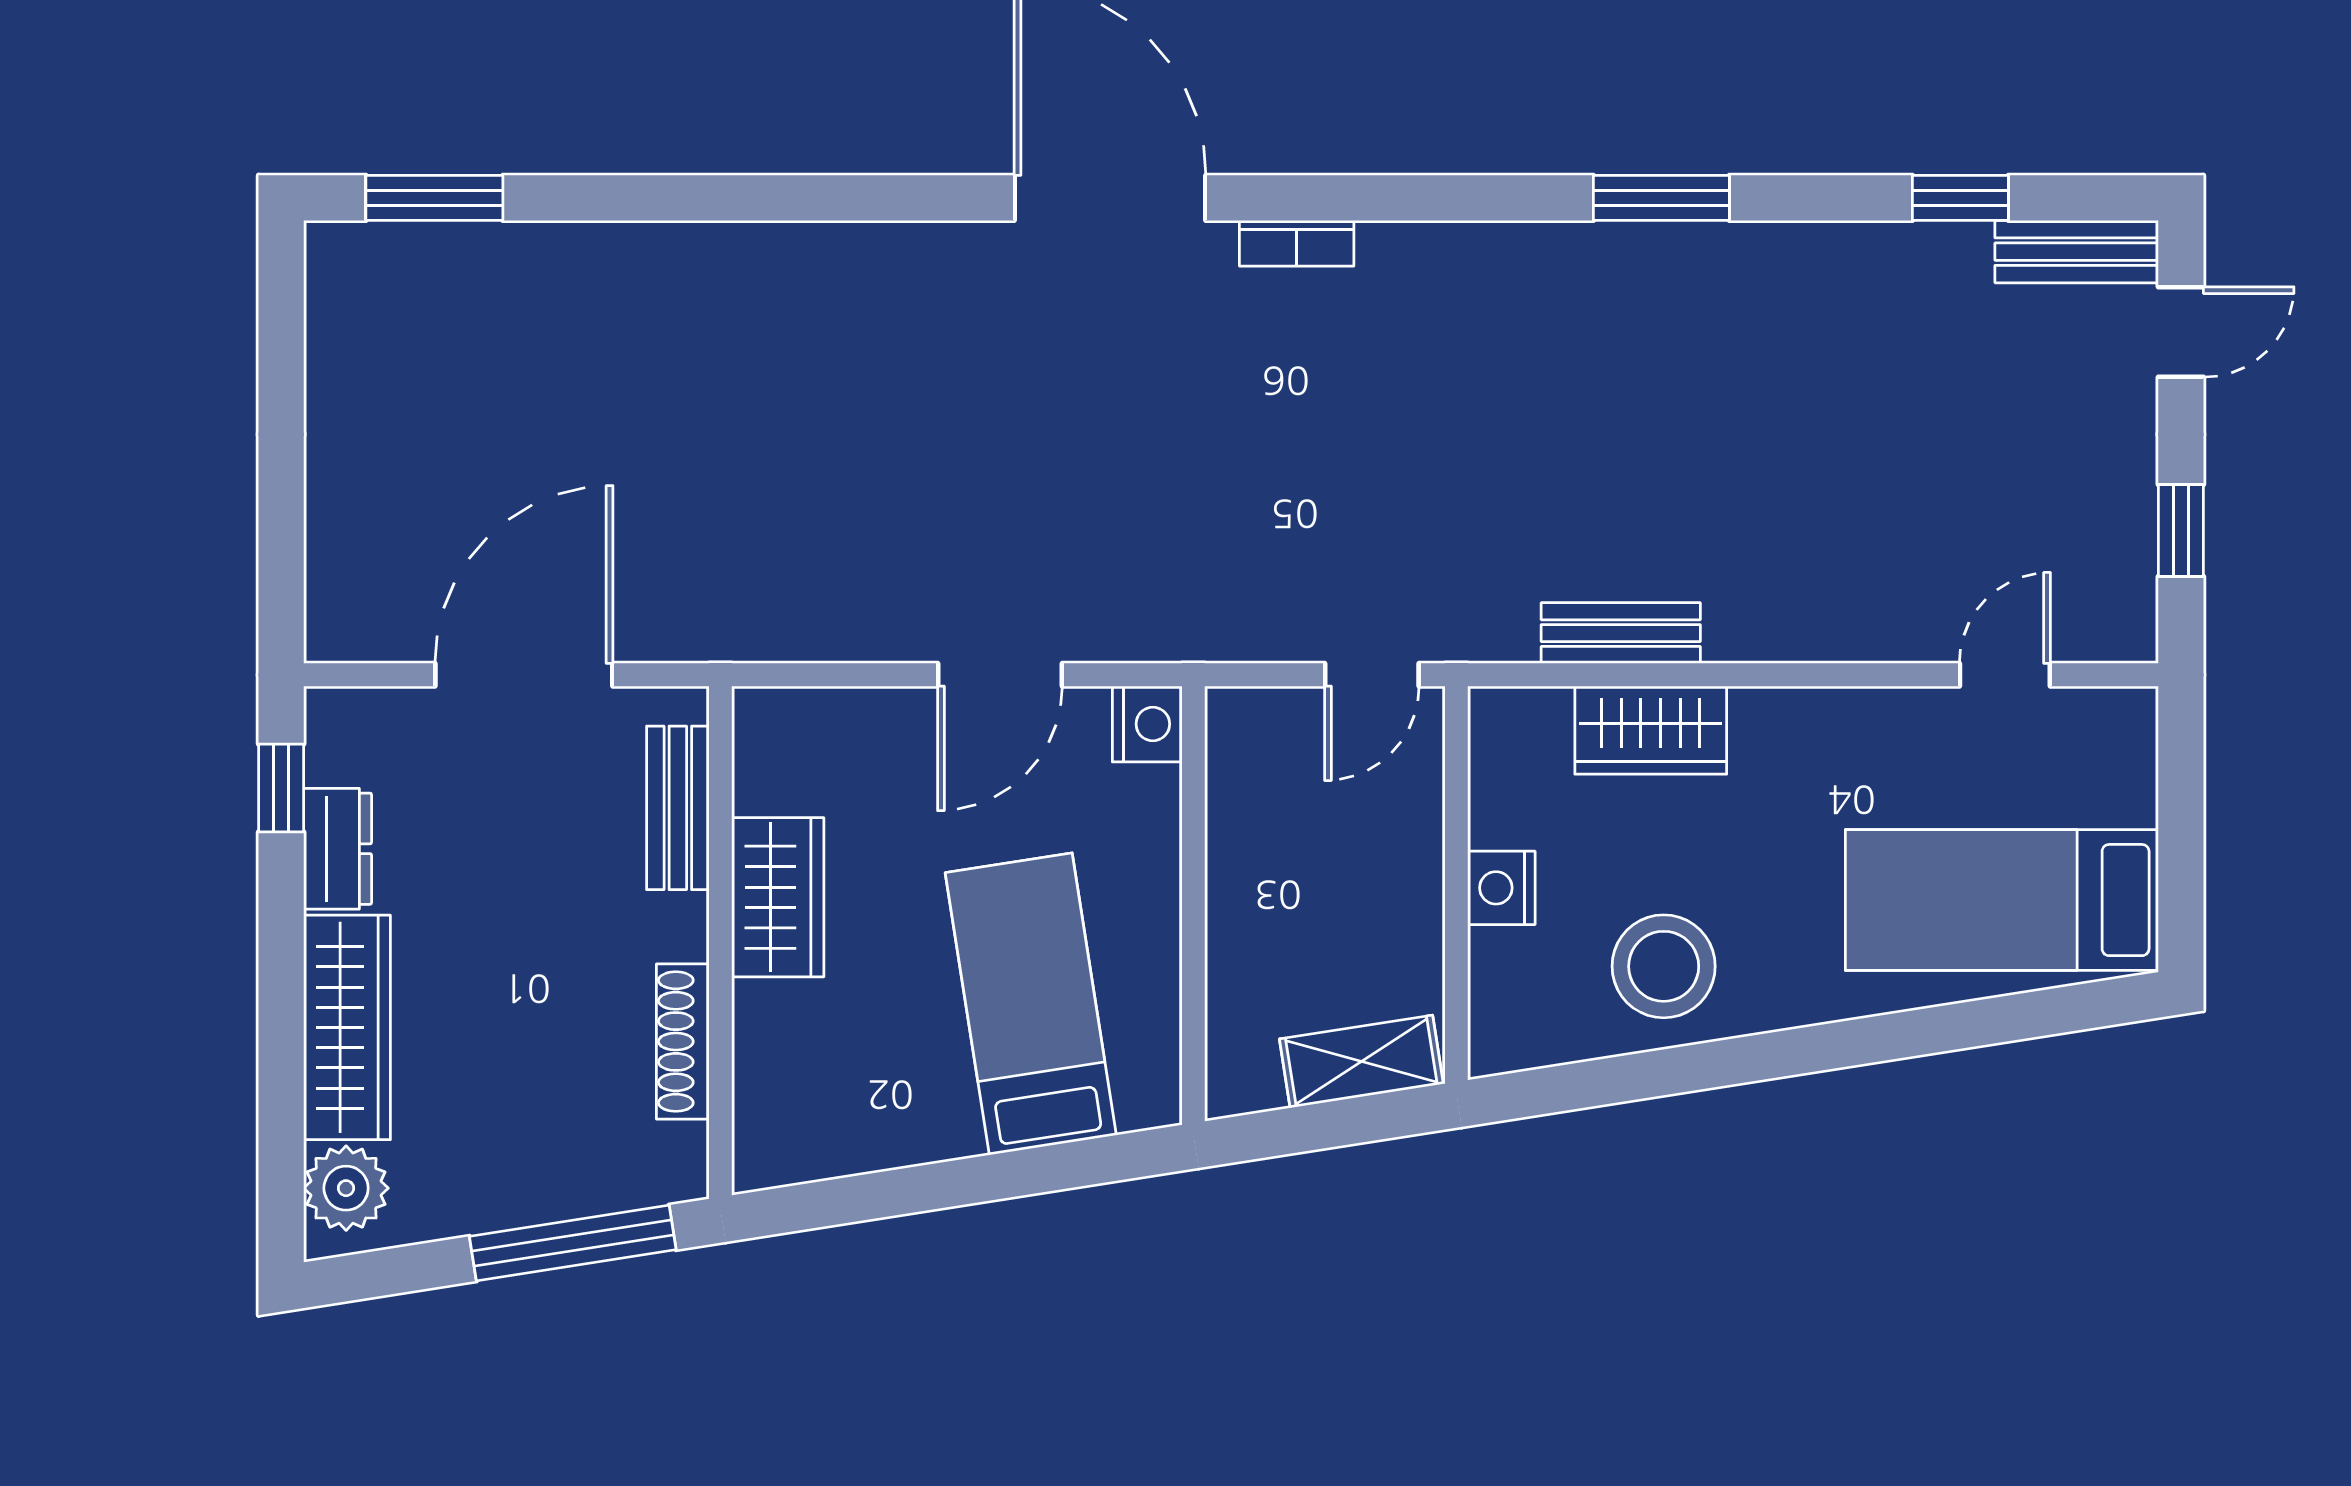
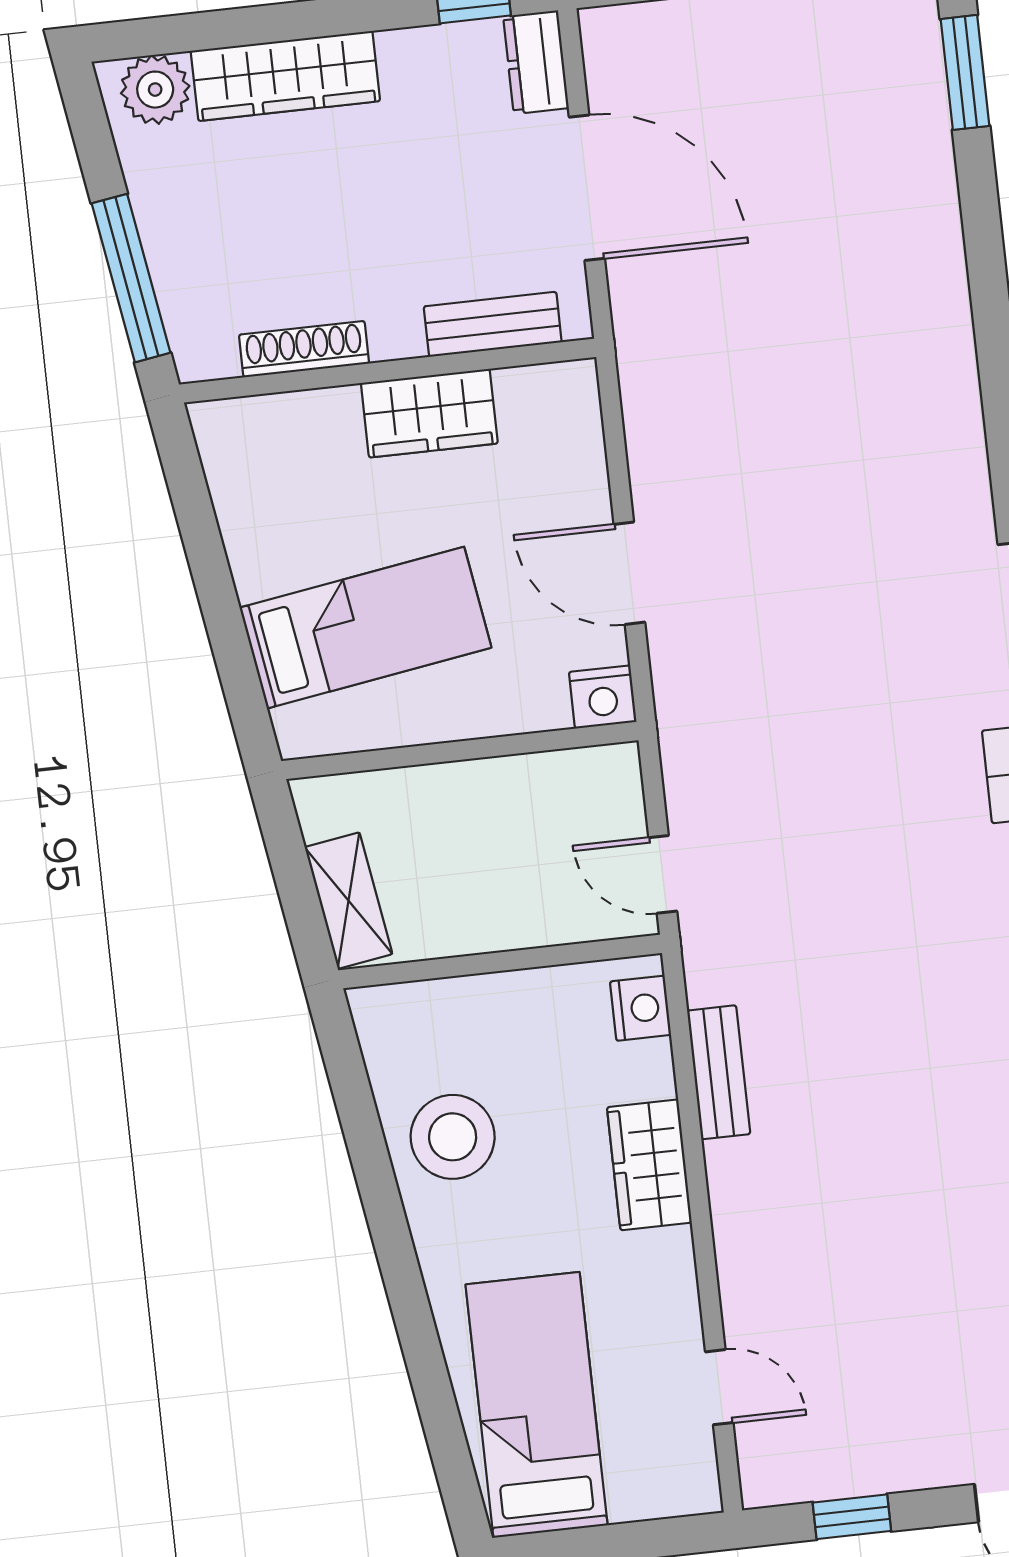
wardrobe: (1651, 730) -> (649, 1165), moved
dresser: (338, 849) -> (536, 62), moved, turned 90
nightstand: (1501, 888) -> (640, 1008), moved, turned 90

